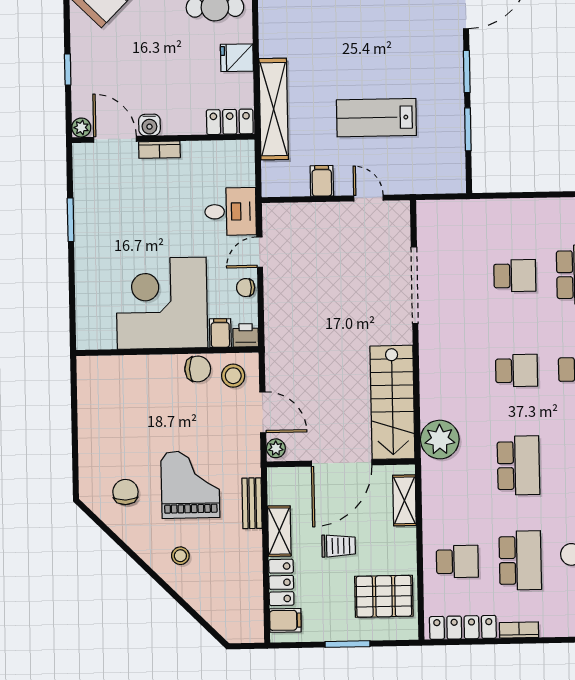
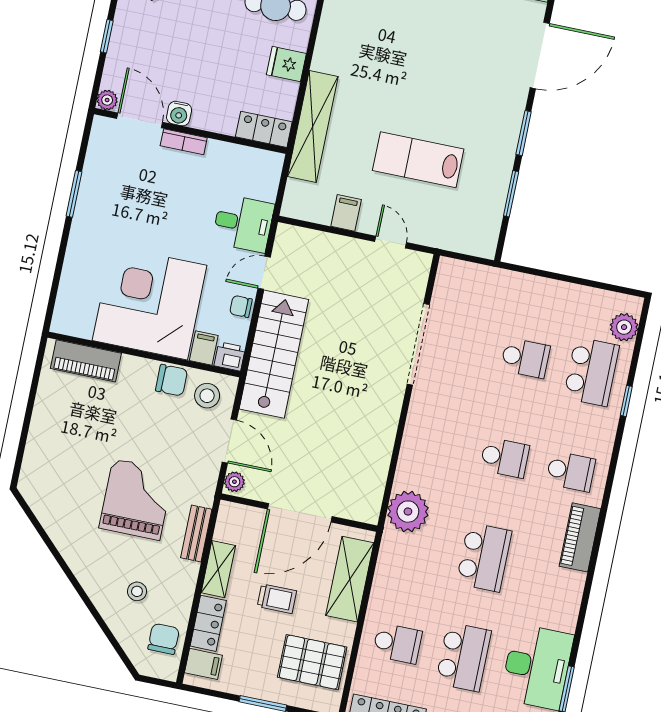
piano: (116, 369) -> (86, 361), added
stairs: (392, 402) -> (274, 354), moved, turned 180
chair: (125, 492) -> (164, 639), moved
shelving: (404, 500) -> (350, 579), width x1.50, depth x1.33
stool: (180, 556) -> (137, 591), moved

